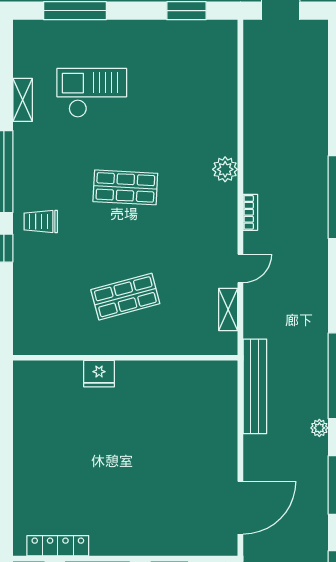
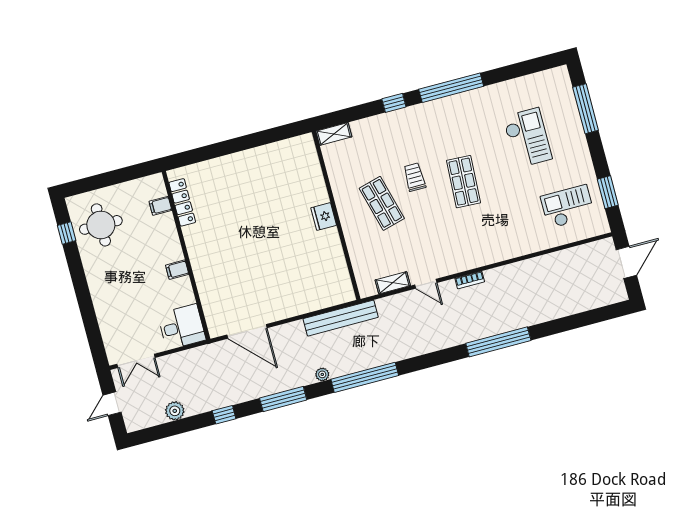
checkout: (191, 66) -> (568, 207), added
shelving: (23, 100) -> (334, 134), moved
plant: (225, 169) -> (497, 253), removed
trolley: (41, 222) -> (415, 177), moved
fridge: (99, 374) -> (324, 216), moved

